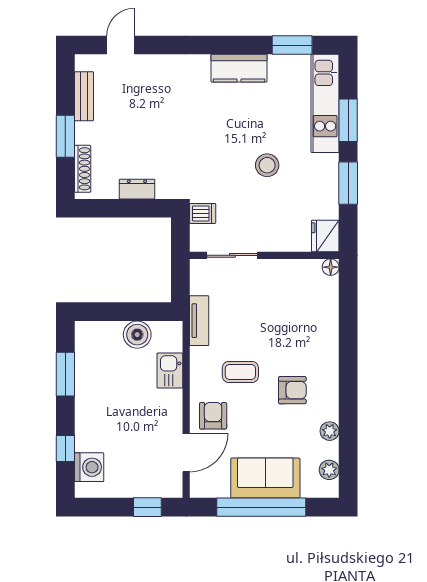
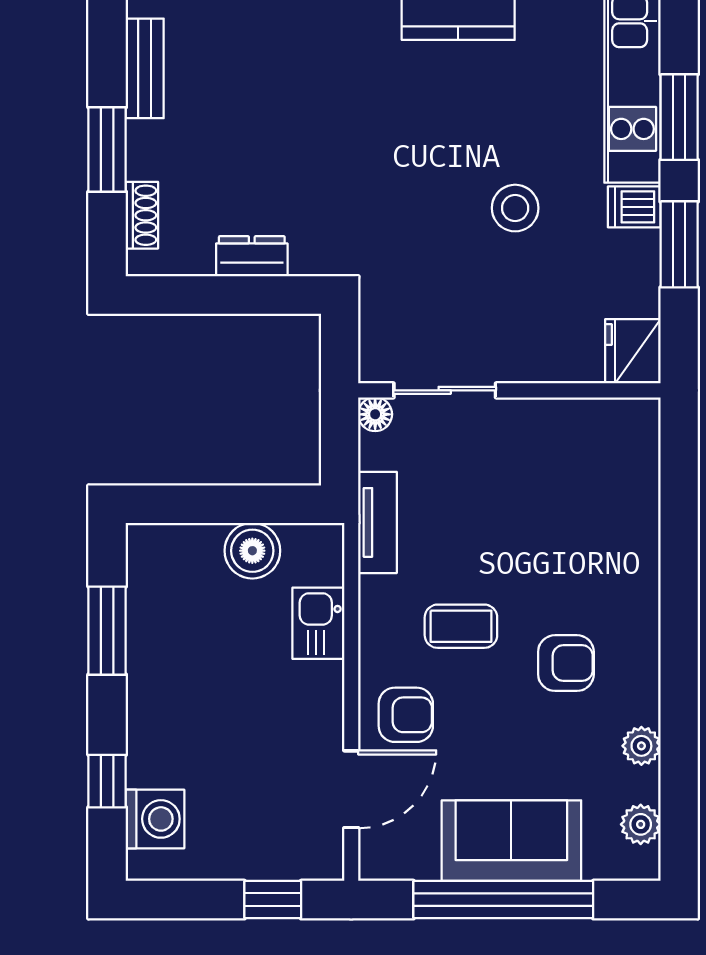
shoe rack: (83, 169) -> (142, 215), width x0.70
dishwasher: (203, 213) -> (634, 207), moved, turned 180
floor lamp: (331, 267) -> (375, 414), moved
armchair: (213, 416) -> (406, 715), turned 90

